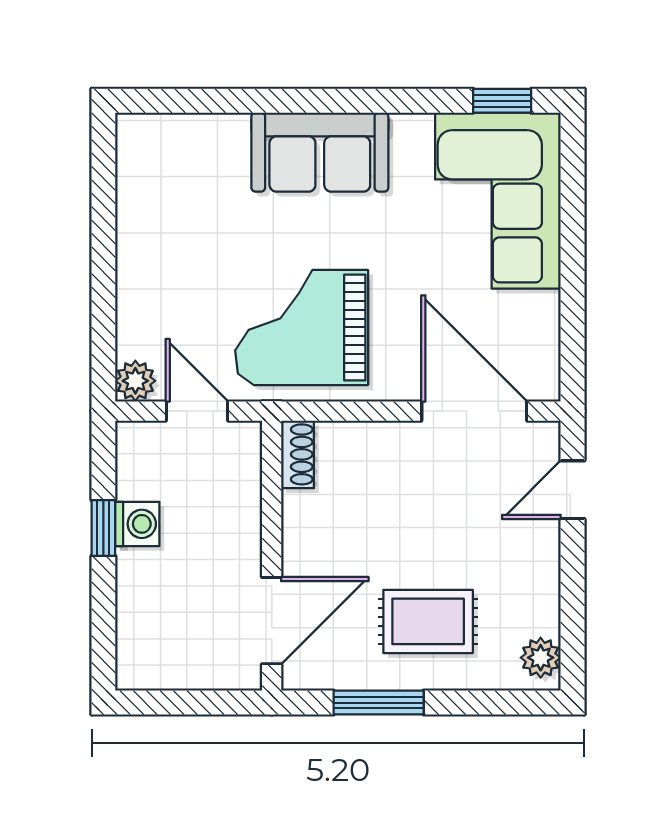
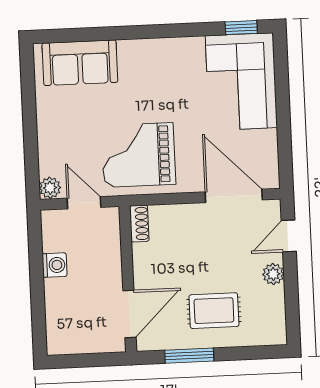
sofa: (320, 152) -> (80, 63), moved
window: (103, 528) -> (36, 268), removed
plant: (541, 658) -> (273, 274), moved

